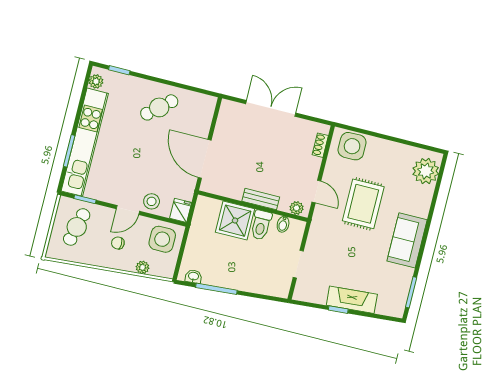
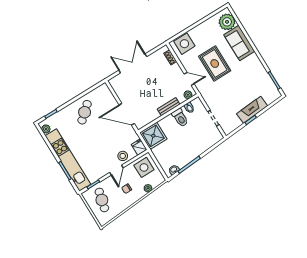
shower: (235, 221) -> (153, 136), moved
sofa: (407, 240) -> (239, 43), moved

